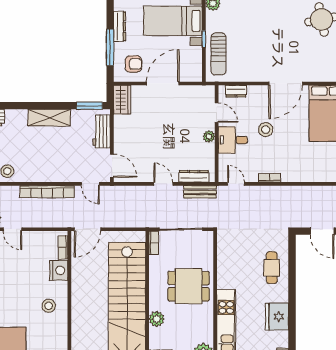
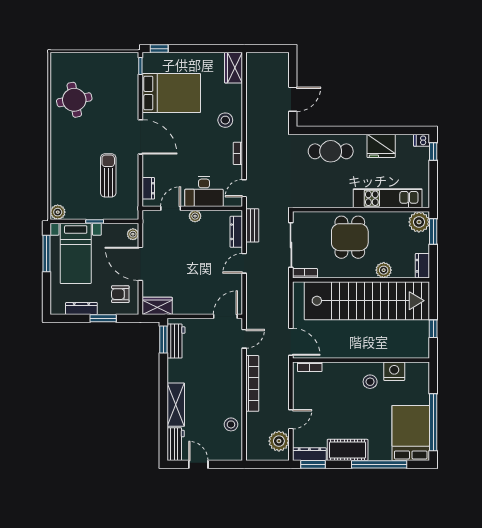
window: (110, 47) -> (103, 318), width x0.69
sun lounger: (218, 54) -> (108, 175), moved, turned -90
armchair: (133, 64) -> (120, 294), turned -90
plant: (191, 76) -> (133, 234), added
shelving: (49, 118) -> (176, 405), moved
stool: (266, 130) -> (225, 120), moved
workbench: (102, 131) -> (176, 341), moved, turned -90
desk: (233, 140) -> (204, 192), width x1.37
cafe table: (272, 268) -> (331, 151), width x1.37, depth x1.35
nightstand: (59, 270) -> (394, 371), moved

